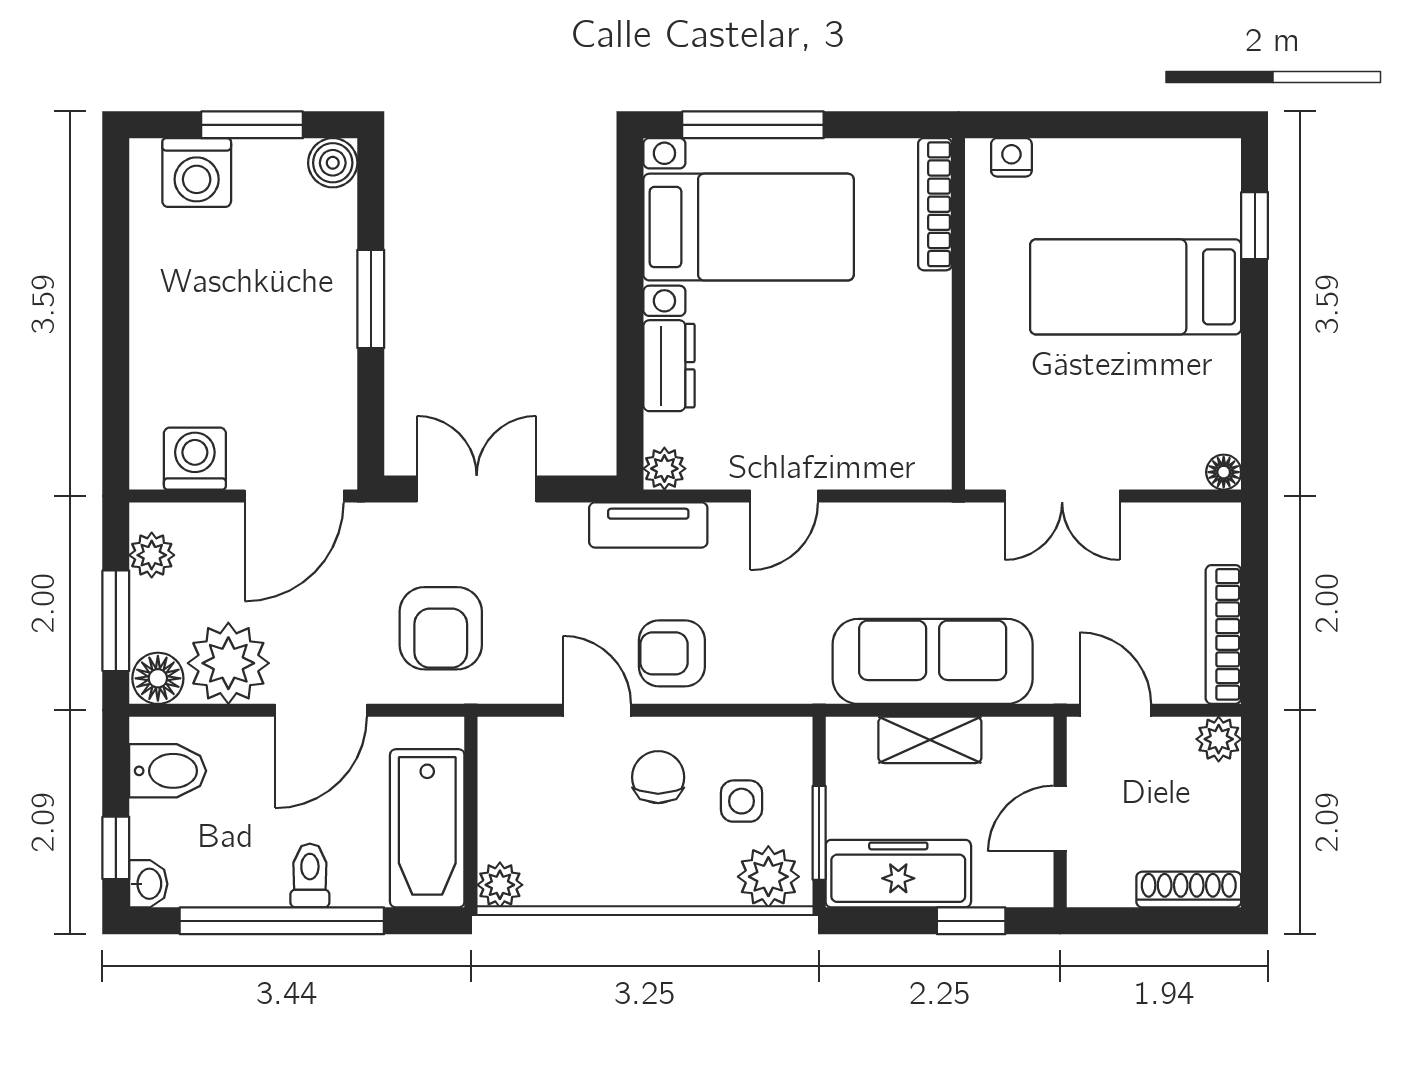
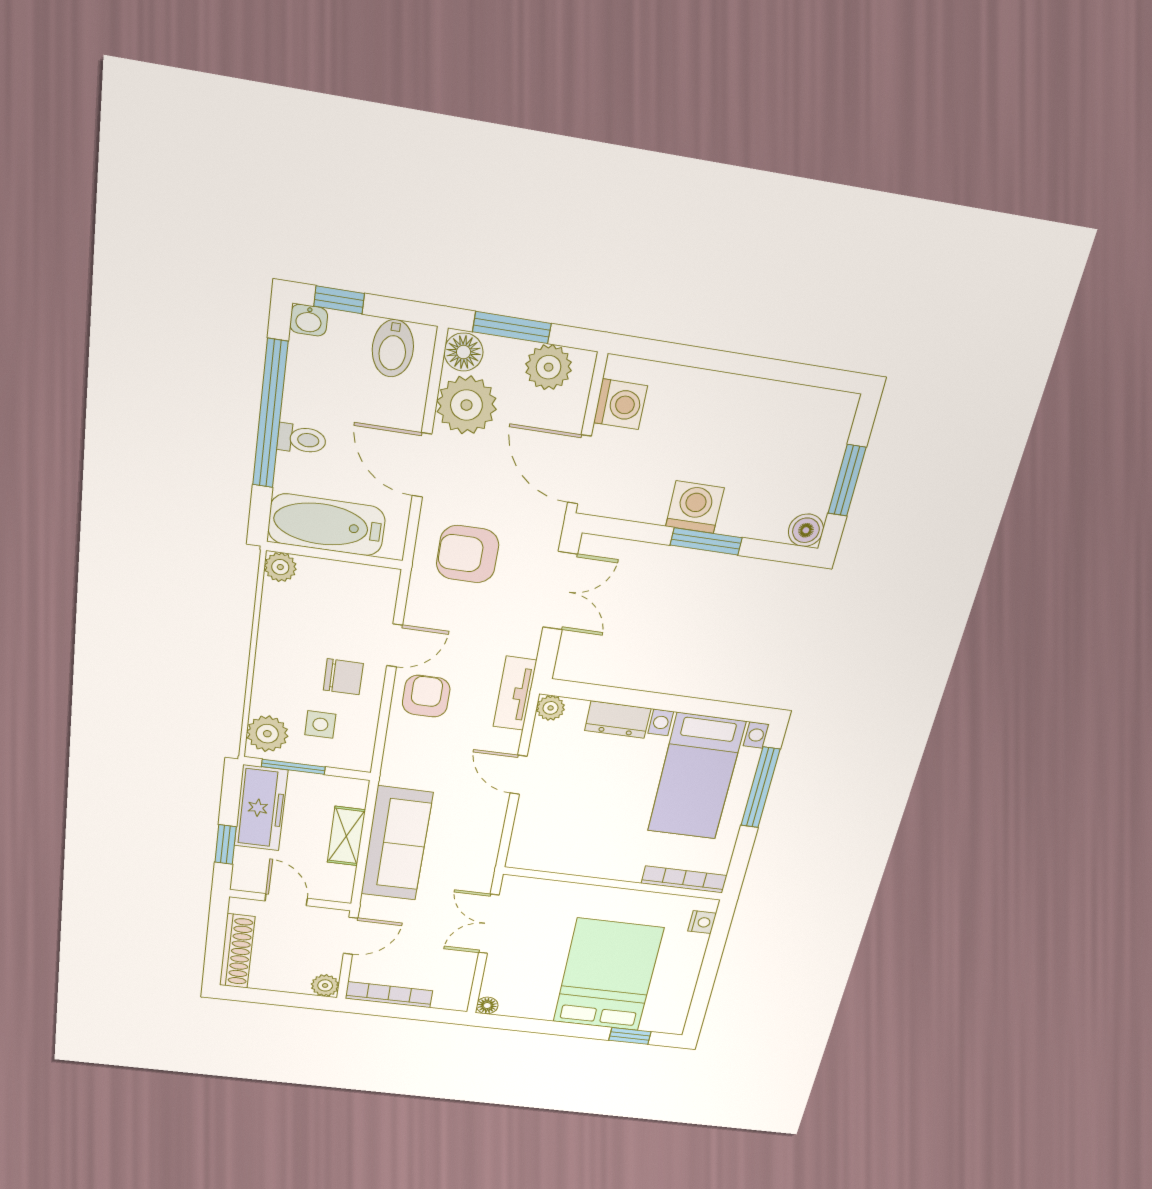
washing machine: (197, 173) -> (695, 507), moved, turned 90
bed: (1136, 287) -> (608, 975), width x1.50
plant: (152, 555) -> (549, 367), width x1.38, depth x1.38
shoe rack: (1189, 890) -> (237, 951), width x1.36, depth x1.24

